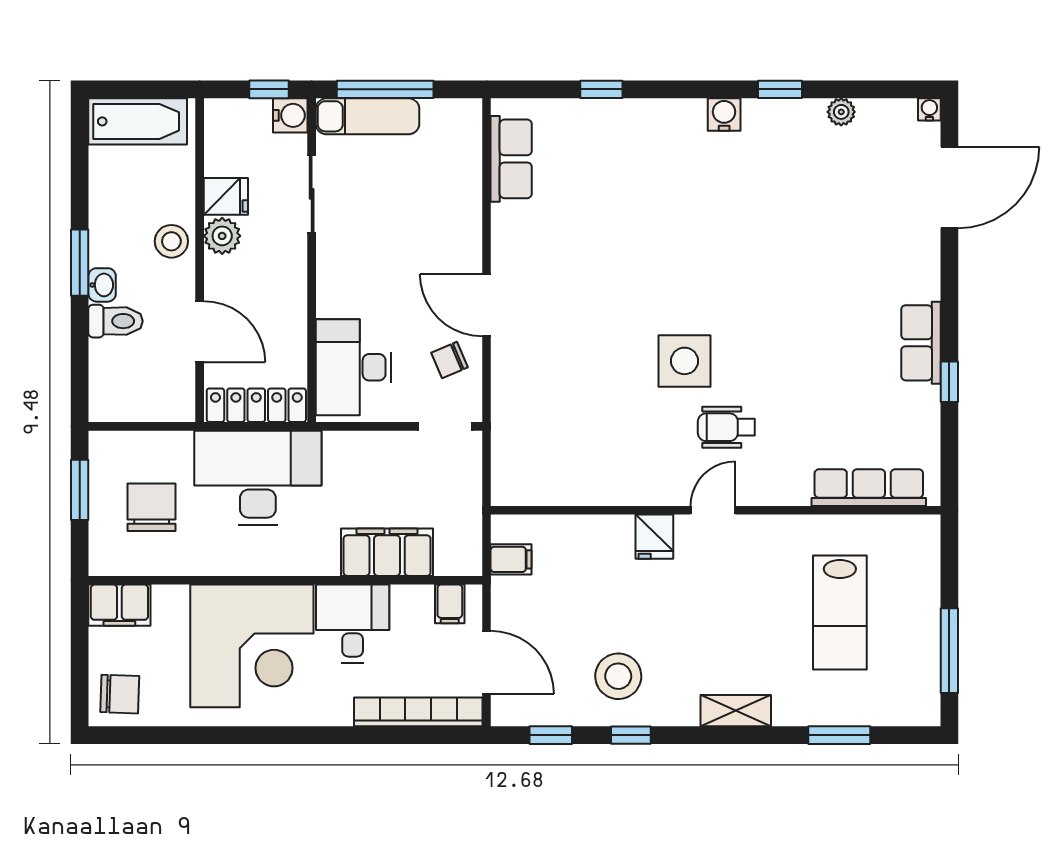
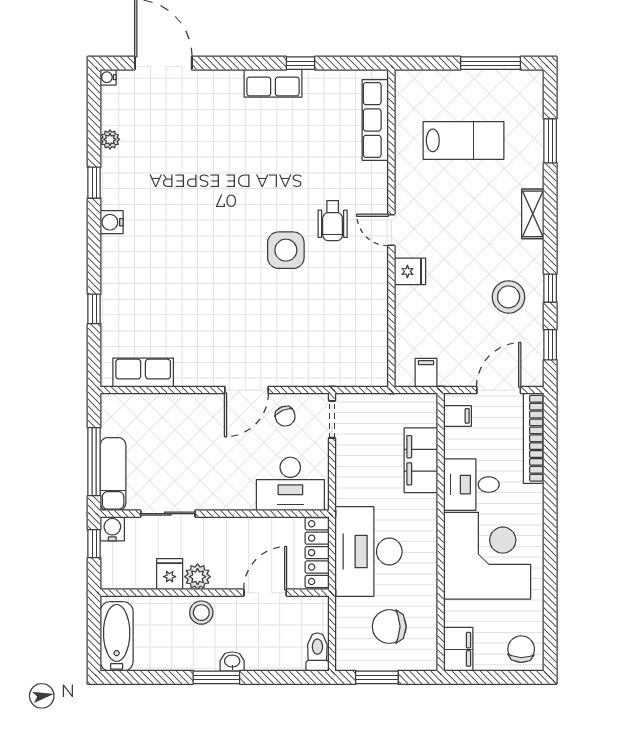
toilet: (116, 321) -> (317, 652), moved

